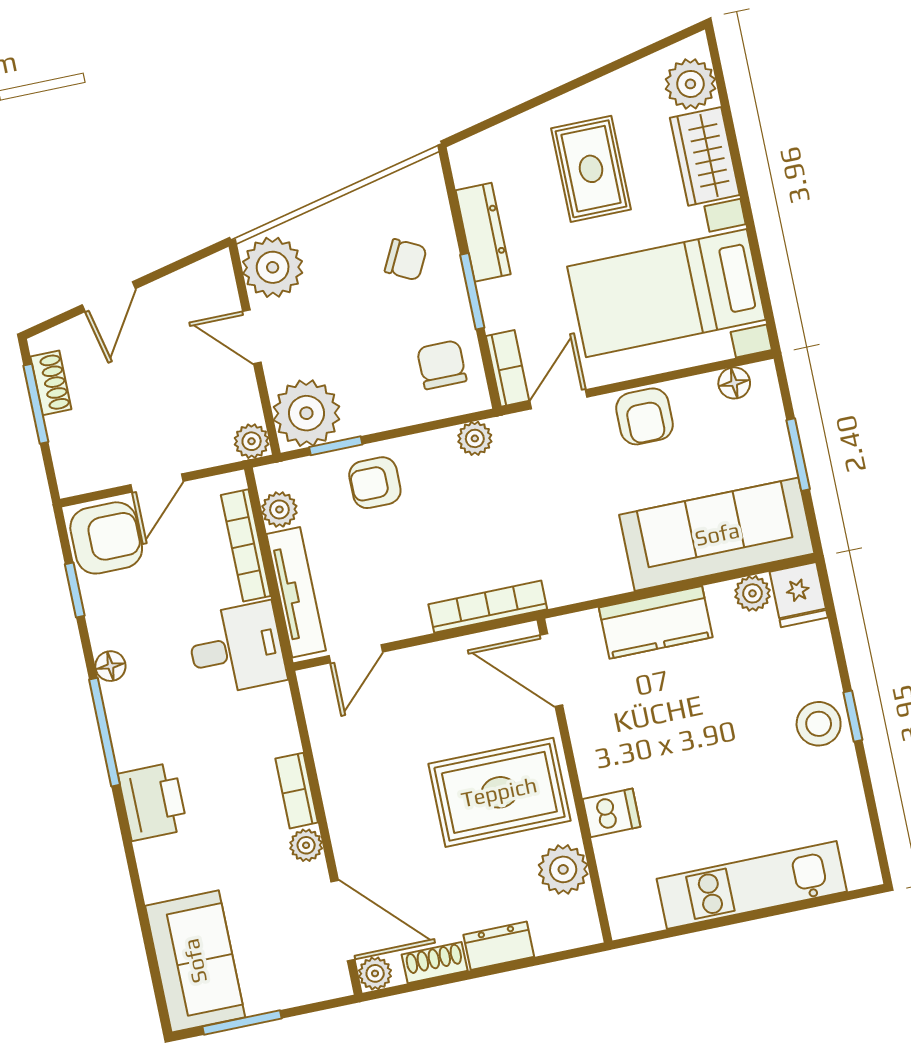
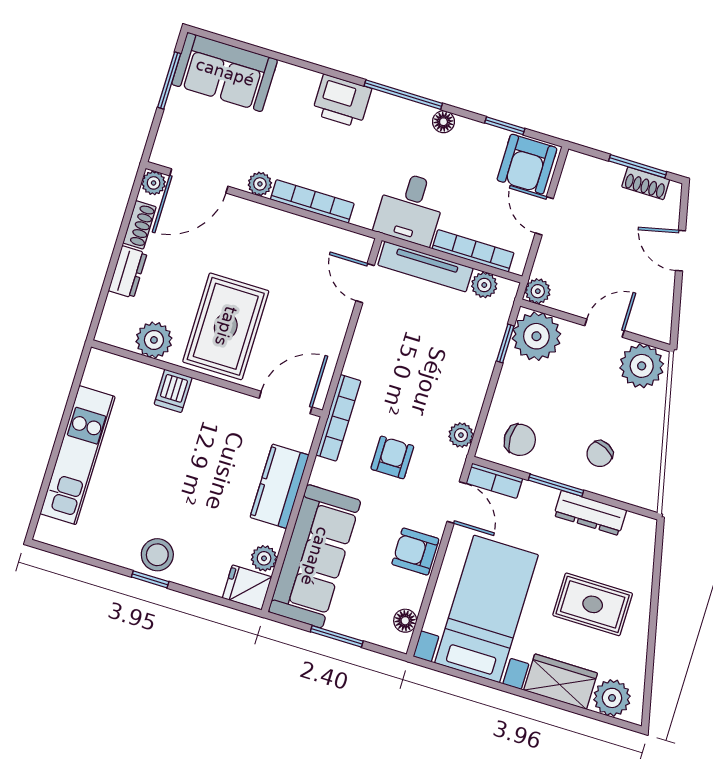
armchair: (375, 483) -> (392, 457), moved
bookcase: (488, 607) -> (338, 418), moved
bookcase: (297, 791) -> (312, 201), width x1.56

